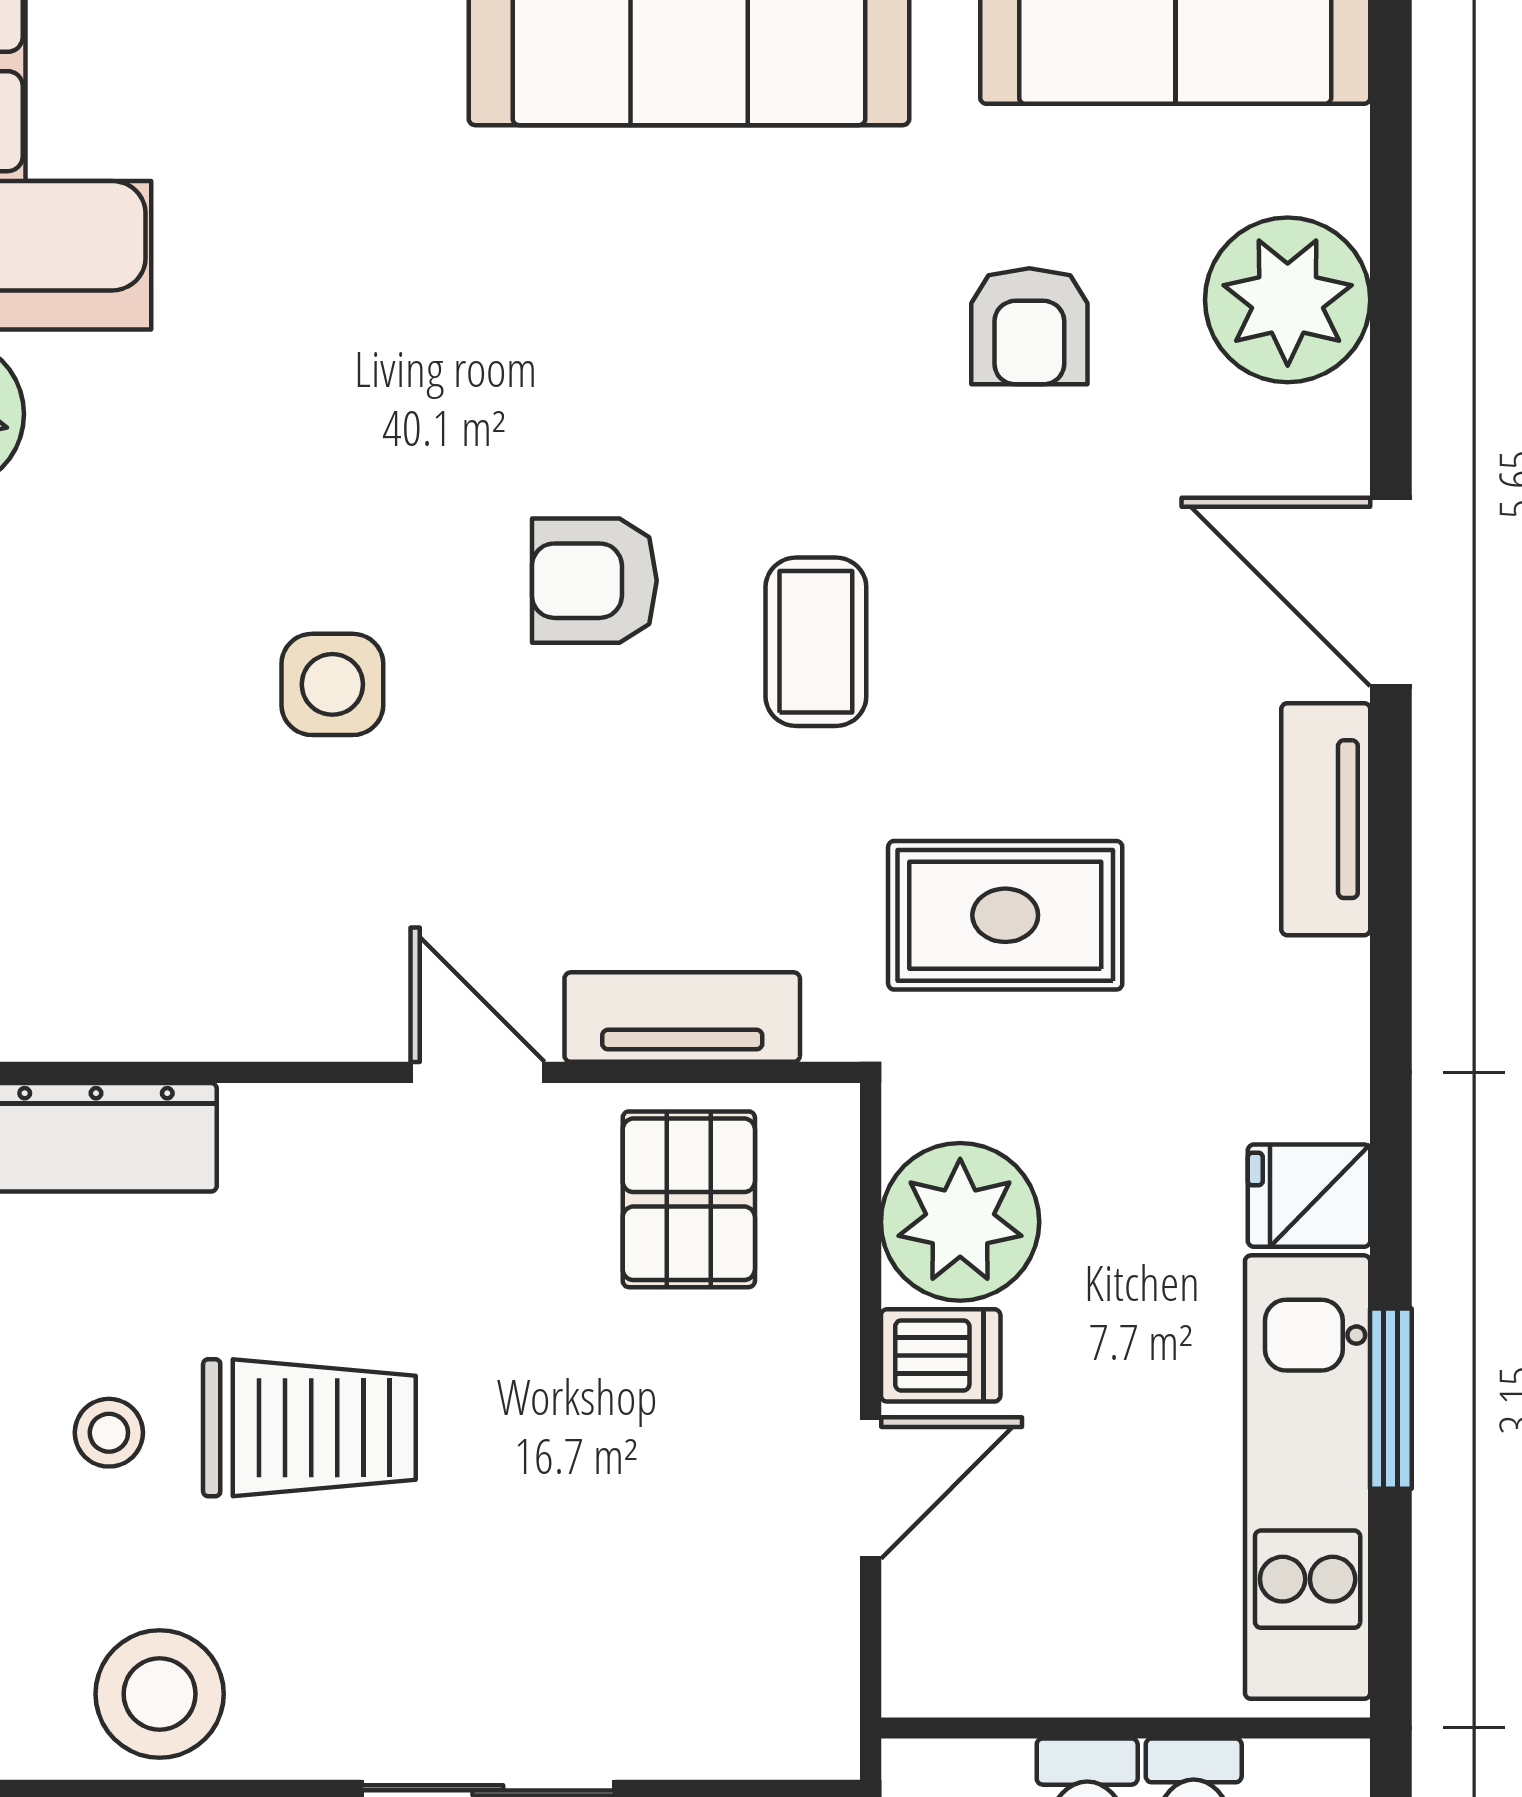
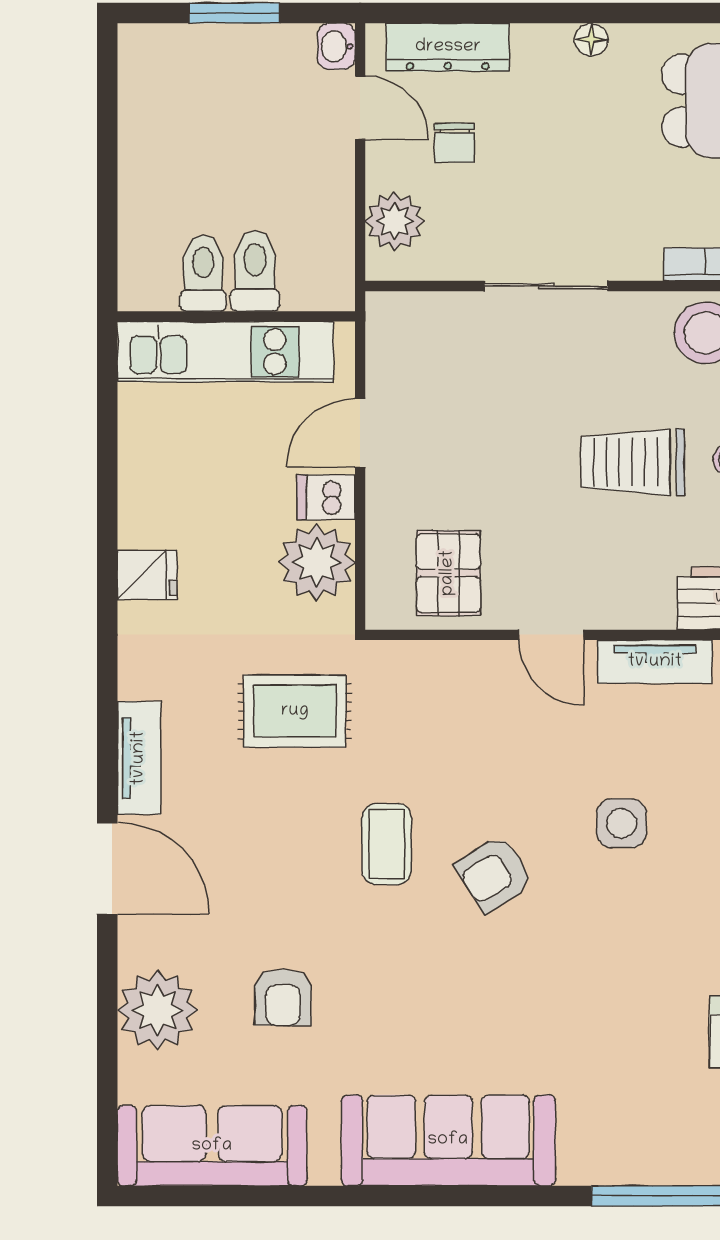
armchair: (1029, 326) -> (283, 997), turned 180
armchair: (594, 581) -> (494, 874), turned 148
tv unit: (682, 1017) -> (655, 662), moved
window: (1391, 1399) -> (107, 476), removed
kitchen unit: (1308, 1477) -> (225, 352), moved, turned 90

